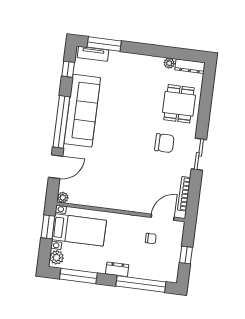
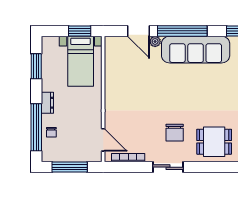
plant: (63, 197) -> (155, 41), moved
chair: (151, 239) -> (51, 132), moved
window: (186, 255) -> (70, 167), width x2.17
plant: (57, 257) -> (51, 43), removed
window: (78, 276) -> (36, 66), width x0.69

